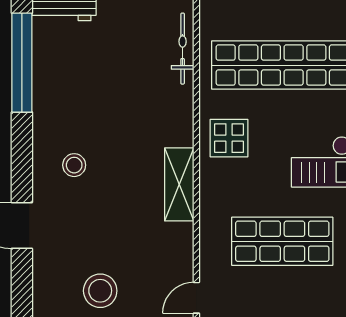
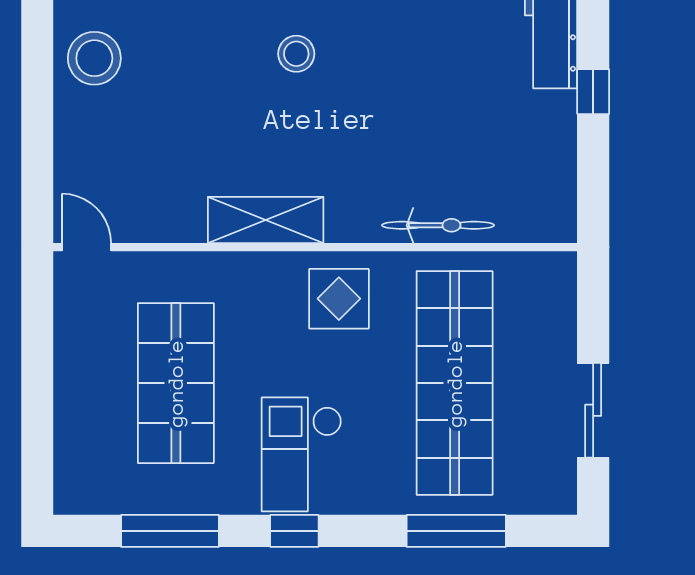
bicycle: (183, 49) -> (438, 225), moved
stool: (100, 291) -> (94, 58), moved

